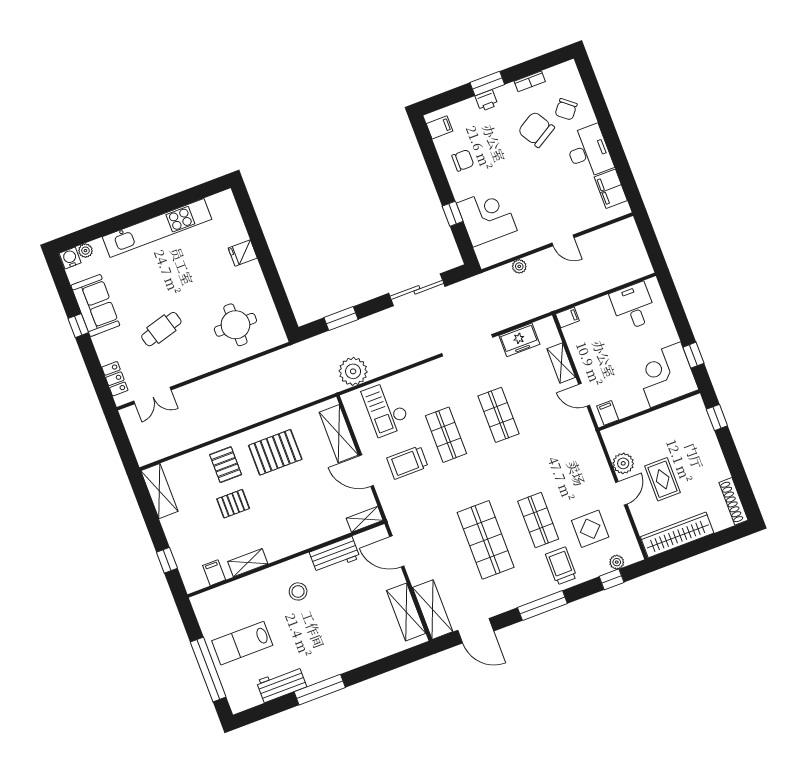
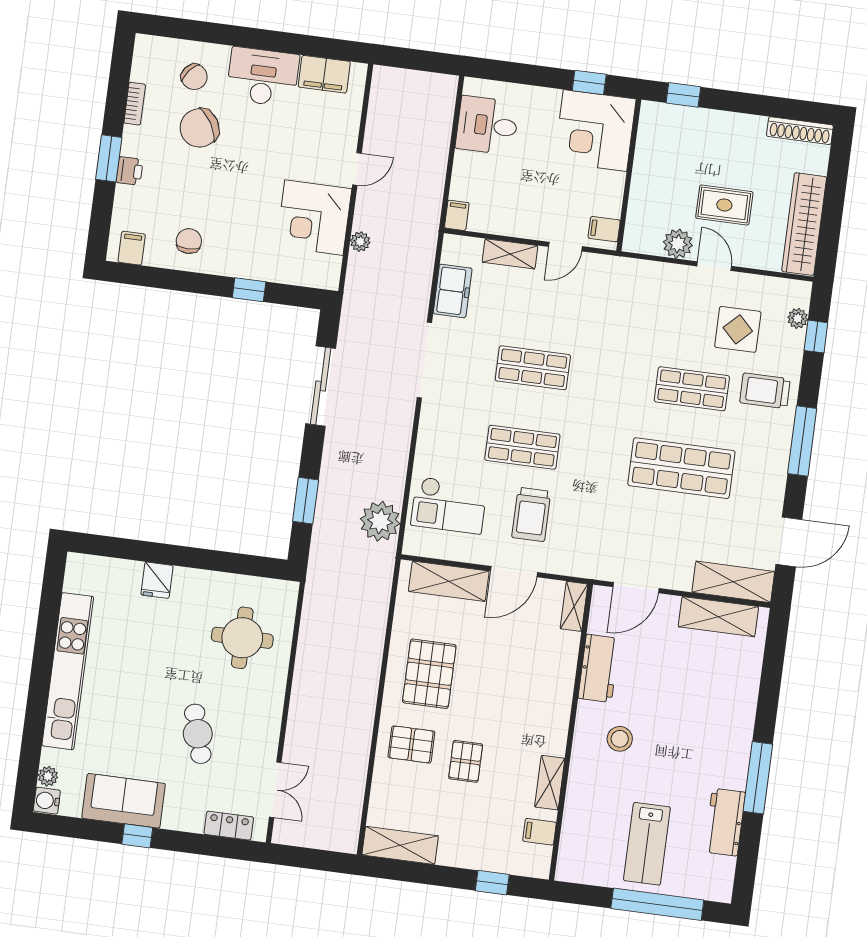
corner desk: (487, 217) -> (314, 218), moved, turned -90

